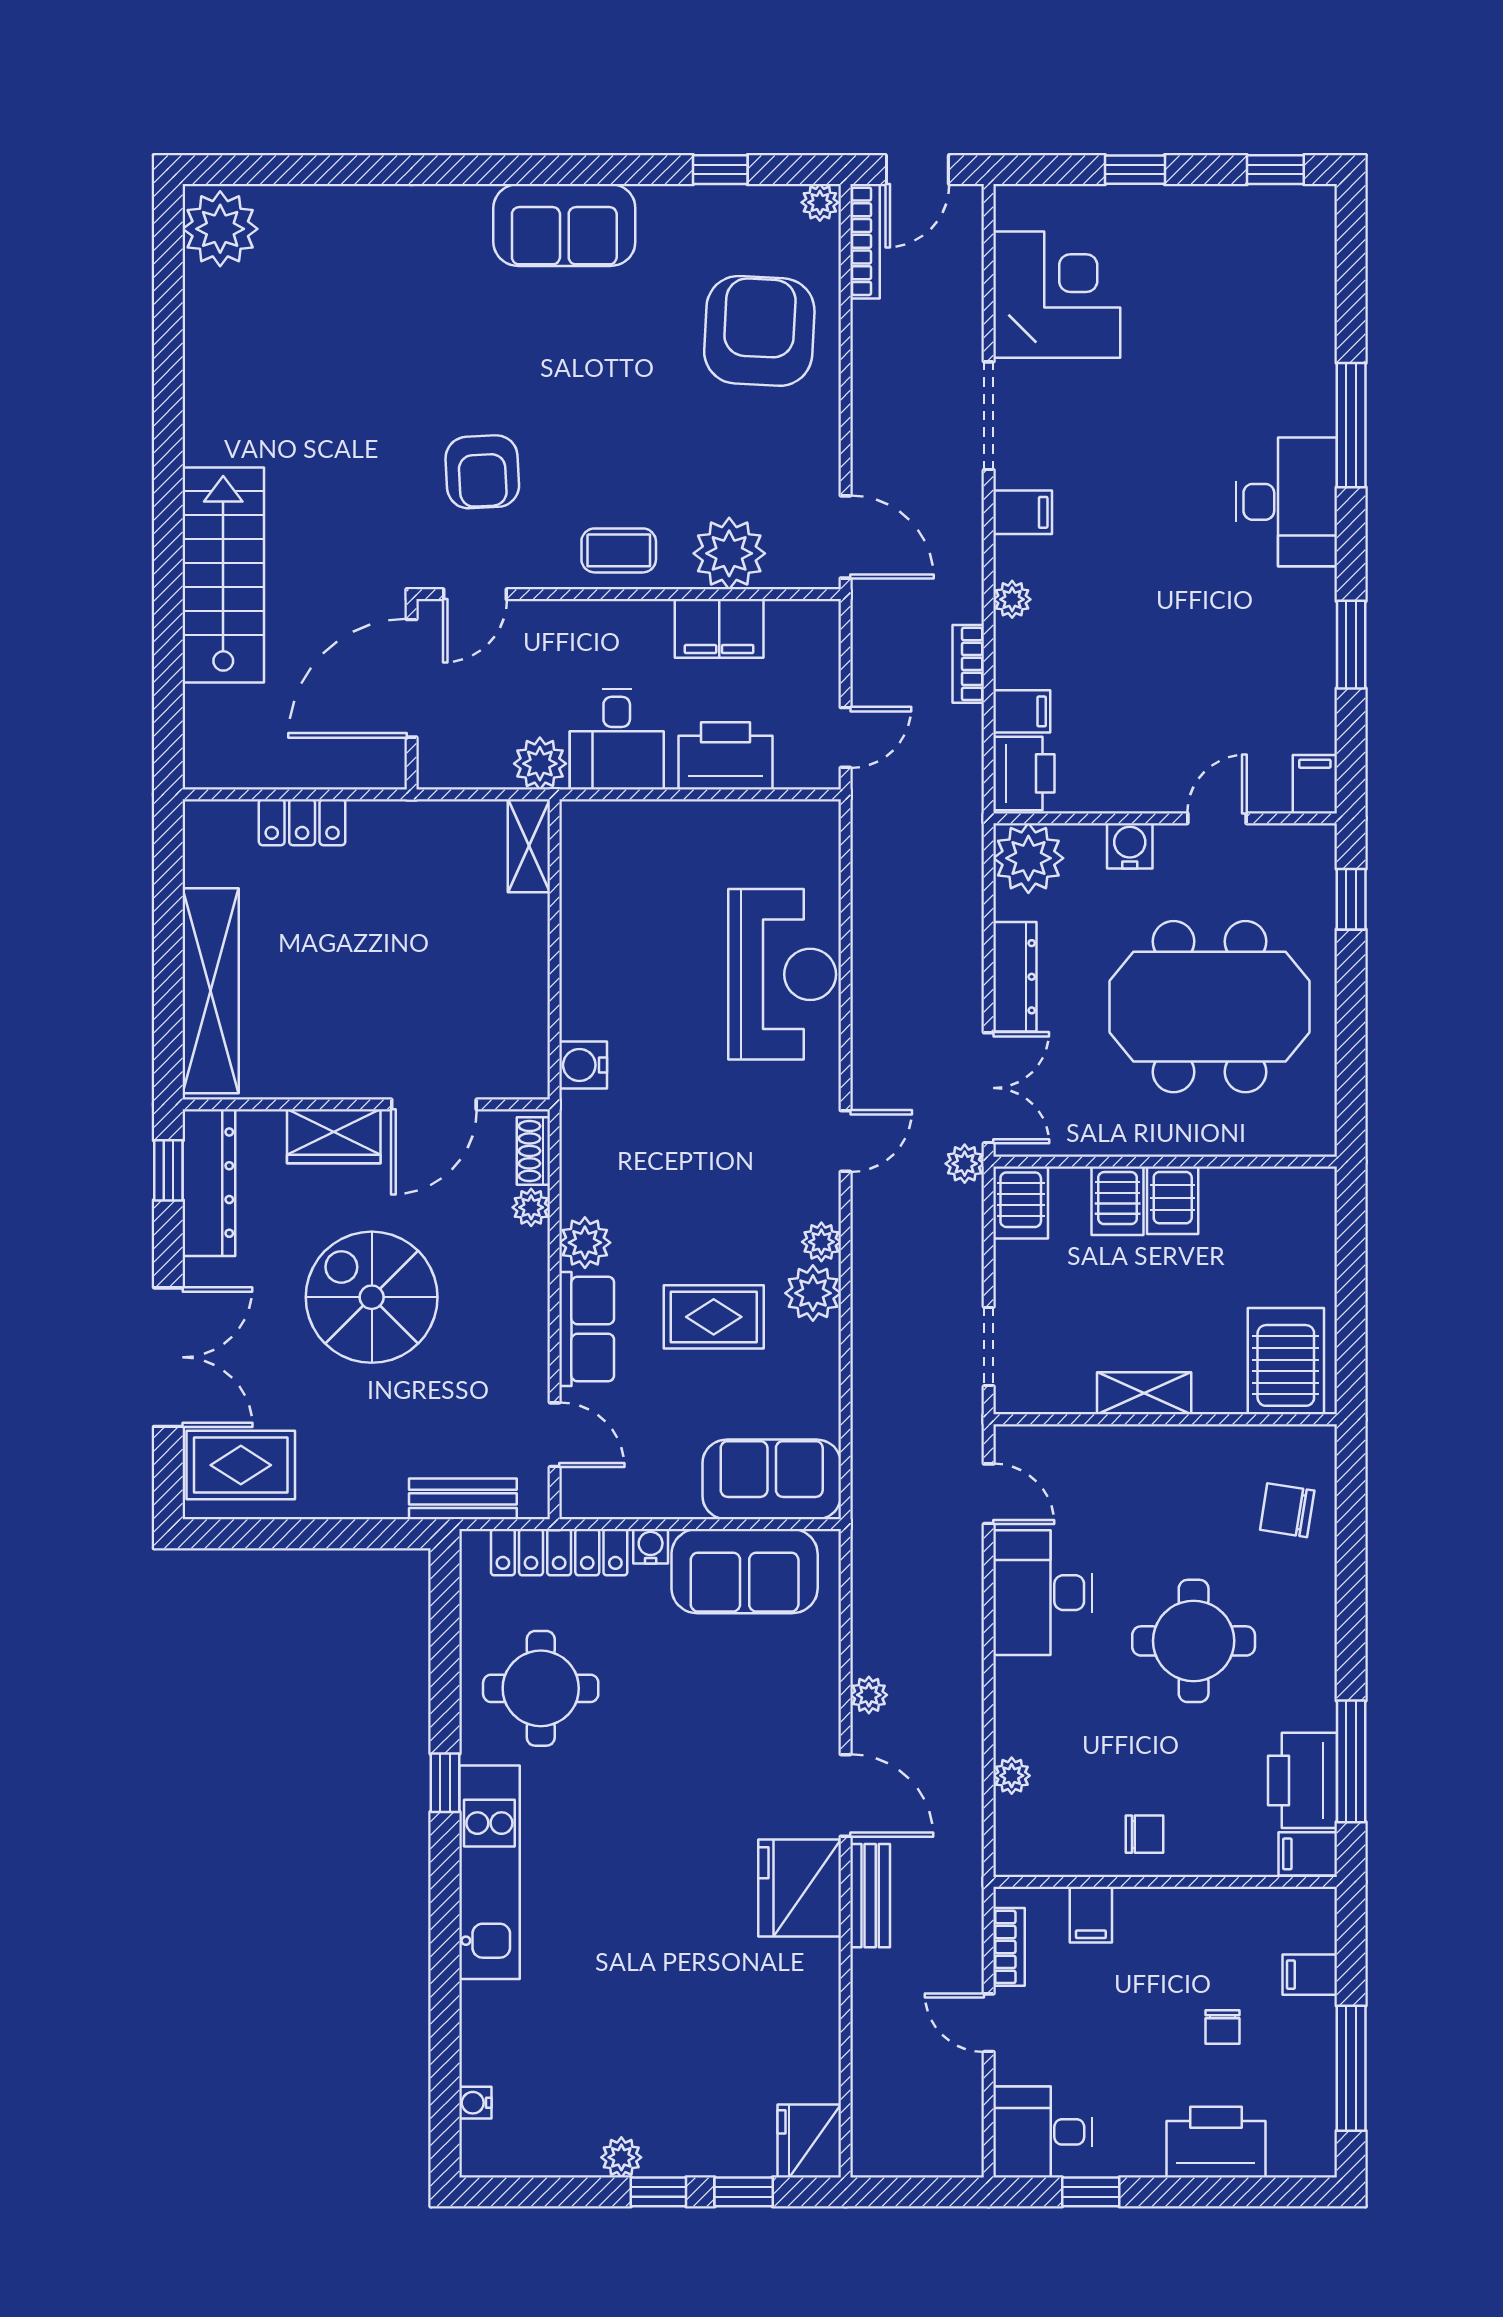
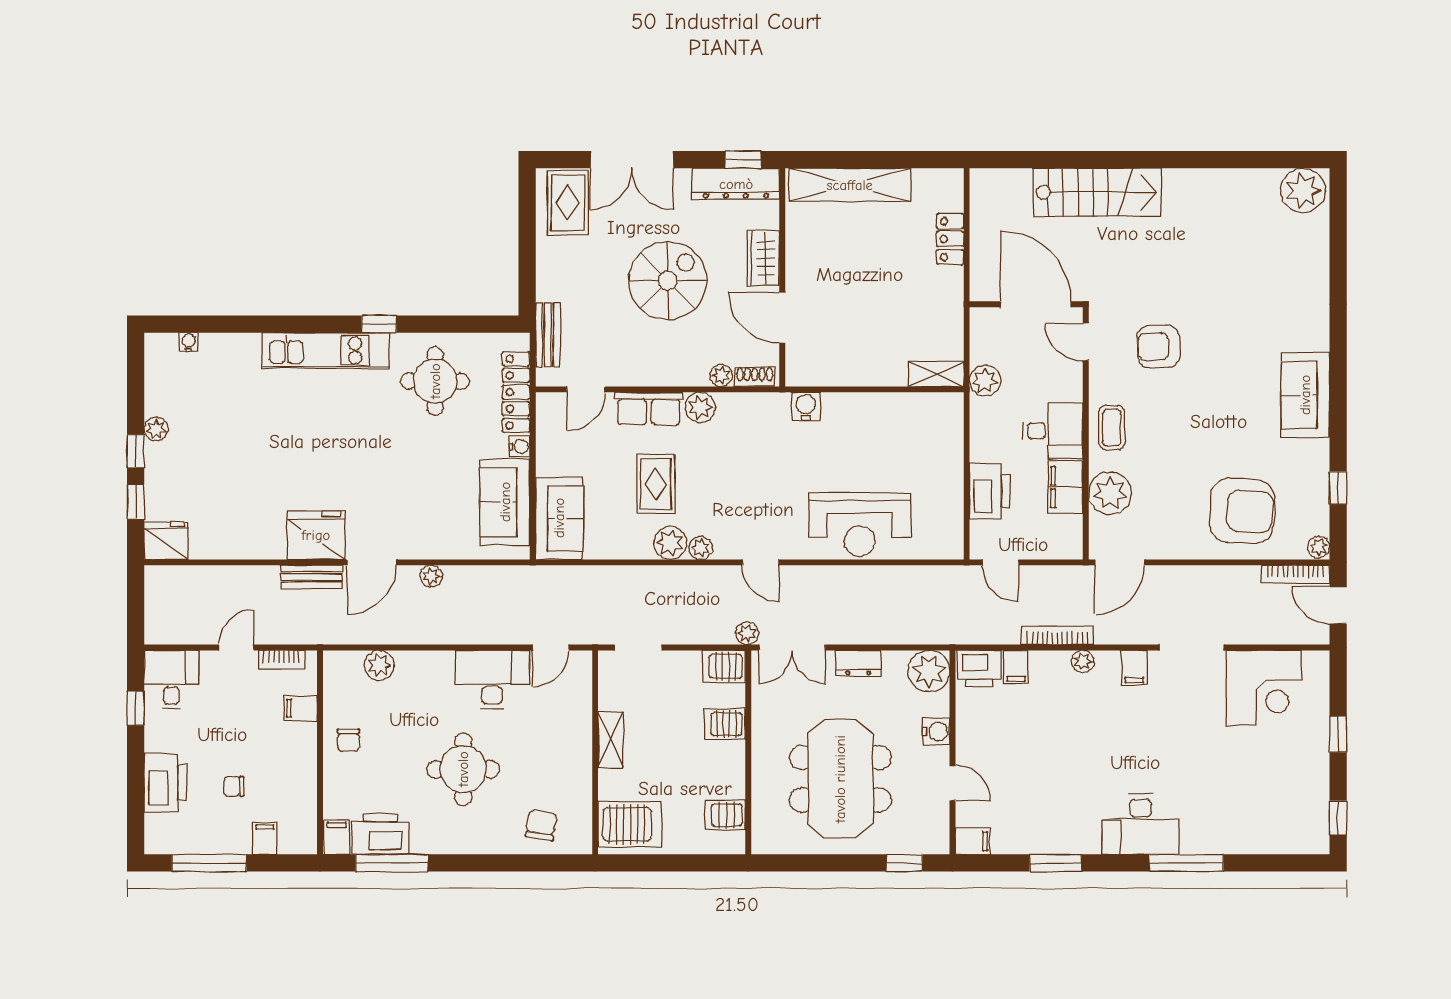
bookcase: (968, 664) -> (1057, 635), width x1.56
desk: (617, 739) -> (1053, 431), moved, turned 180
dresser: (1015, 977) -> (858, 663), width x0.70
server rack: (1173, 1200) -> (725, 815), moved
plant: (1012, 1776) -> (379, 665), width x1.38, depth x1.38

